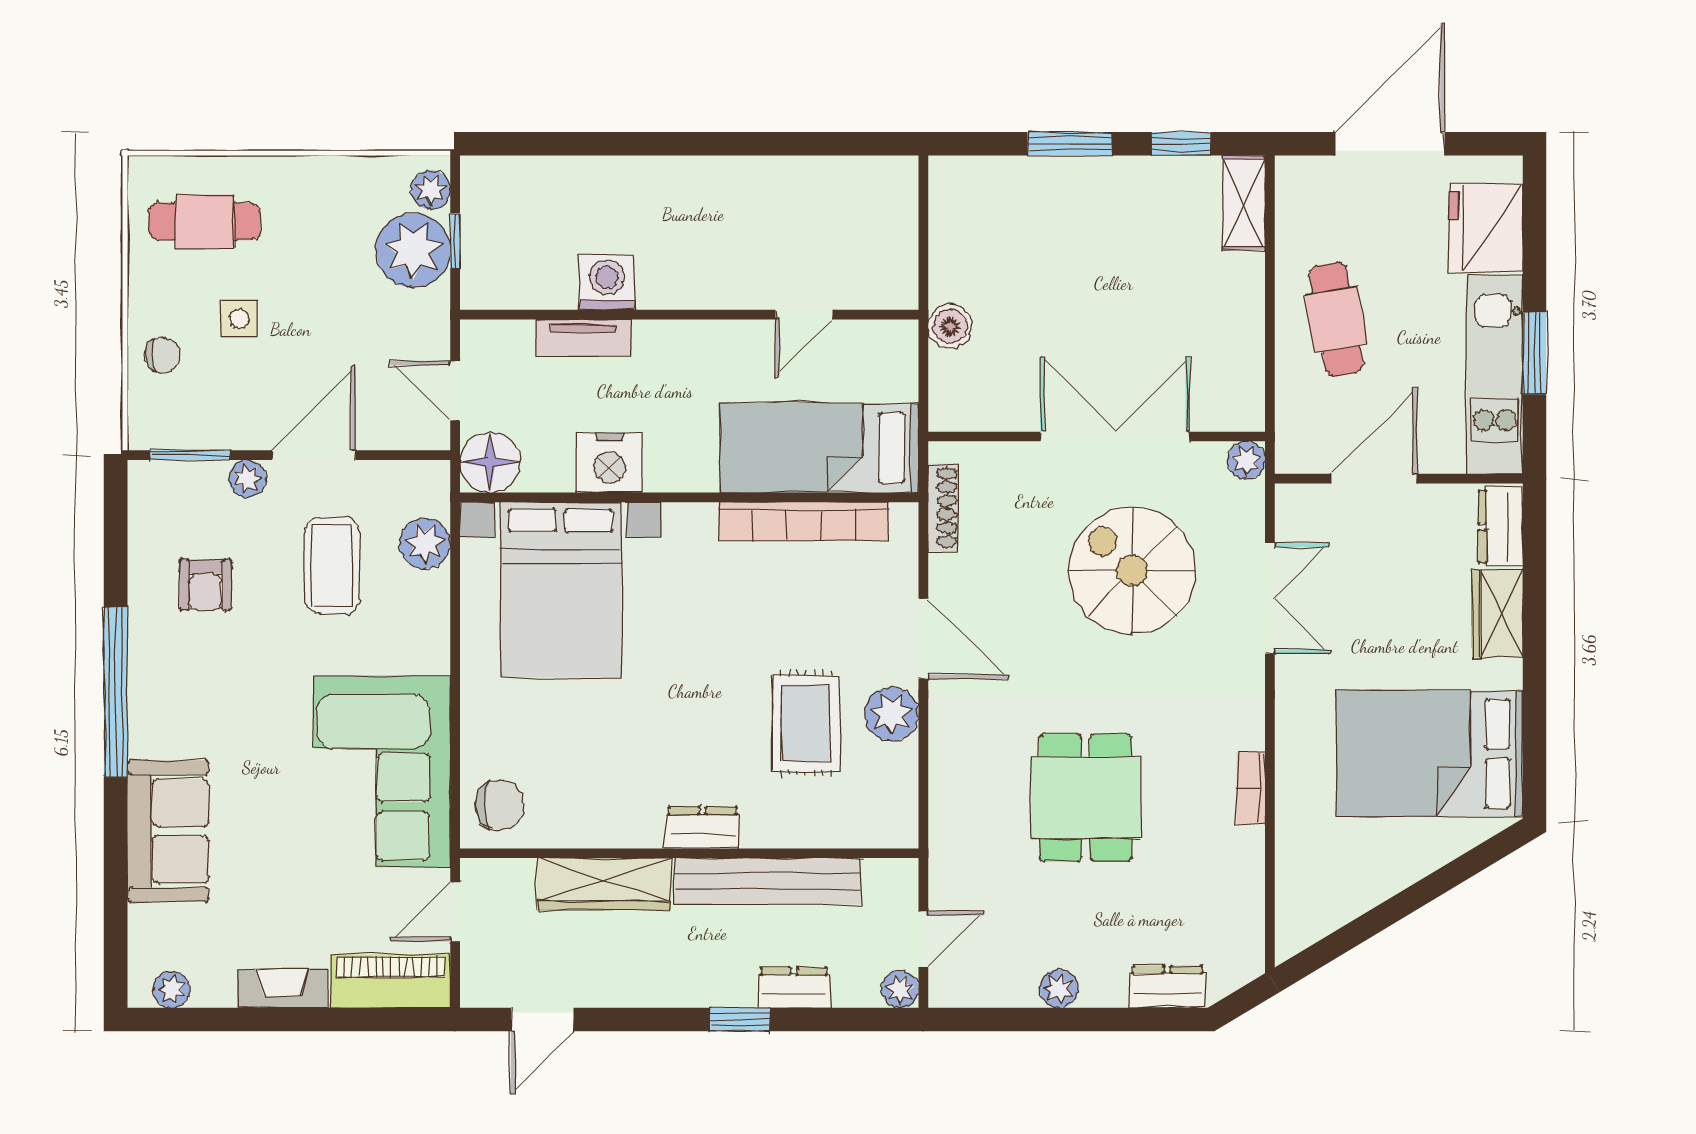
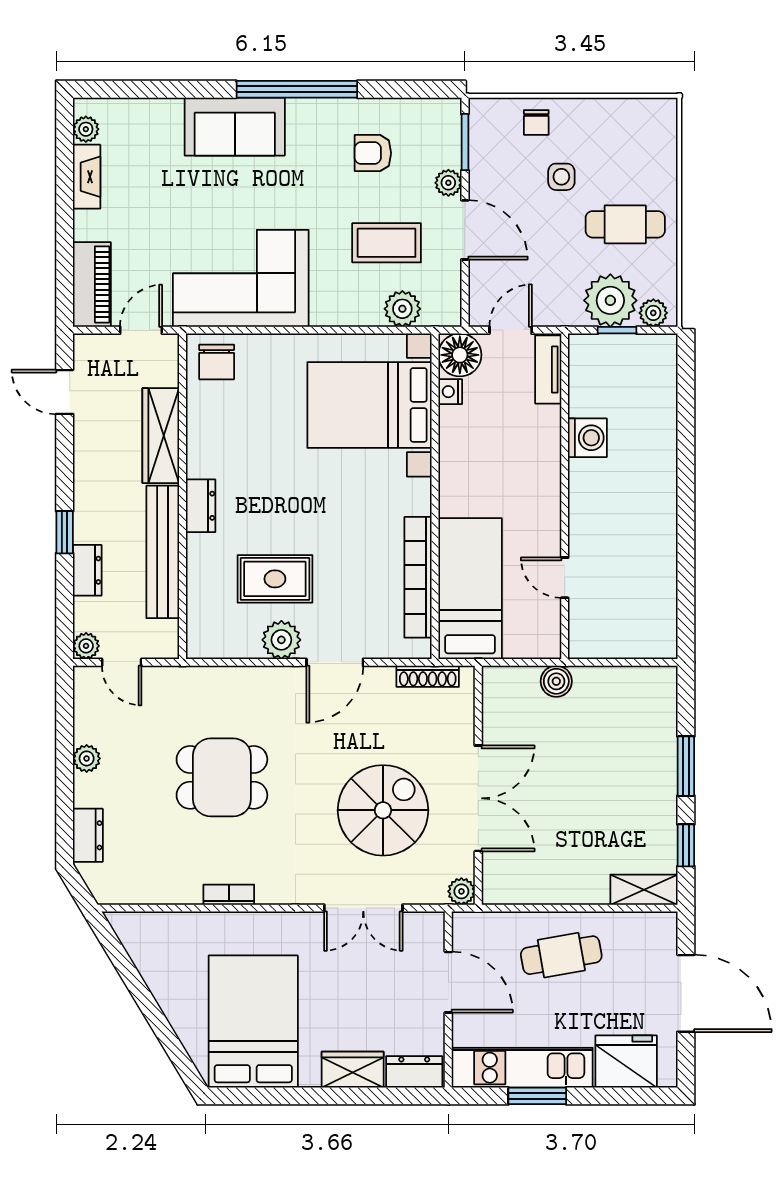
cafe table: (205, 221) -> (625, 224), moved, turned 90
tv unit: (583, 338) -> (548, 369), moved
nightstand: (610, 463) -> (450, 392), moved, width x0.53, depth x0.56
sofa: (168, 831) -> (235, 127), moved
door: (455, 912) -> (141, 330), hinge flipped
fireplace: (282, 988) -> (87, 177), moved

